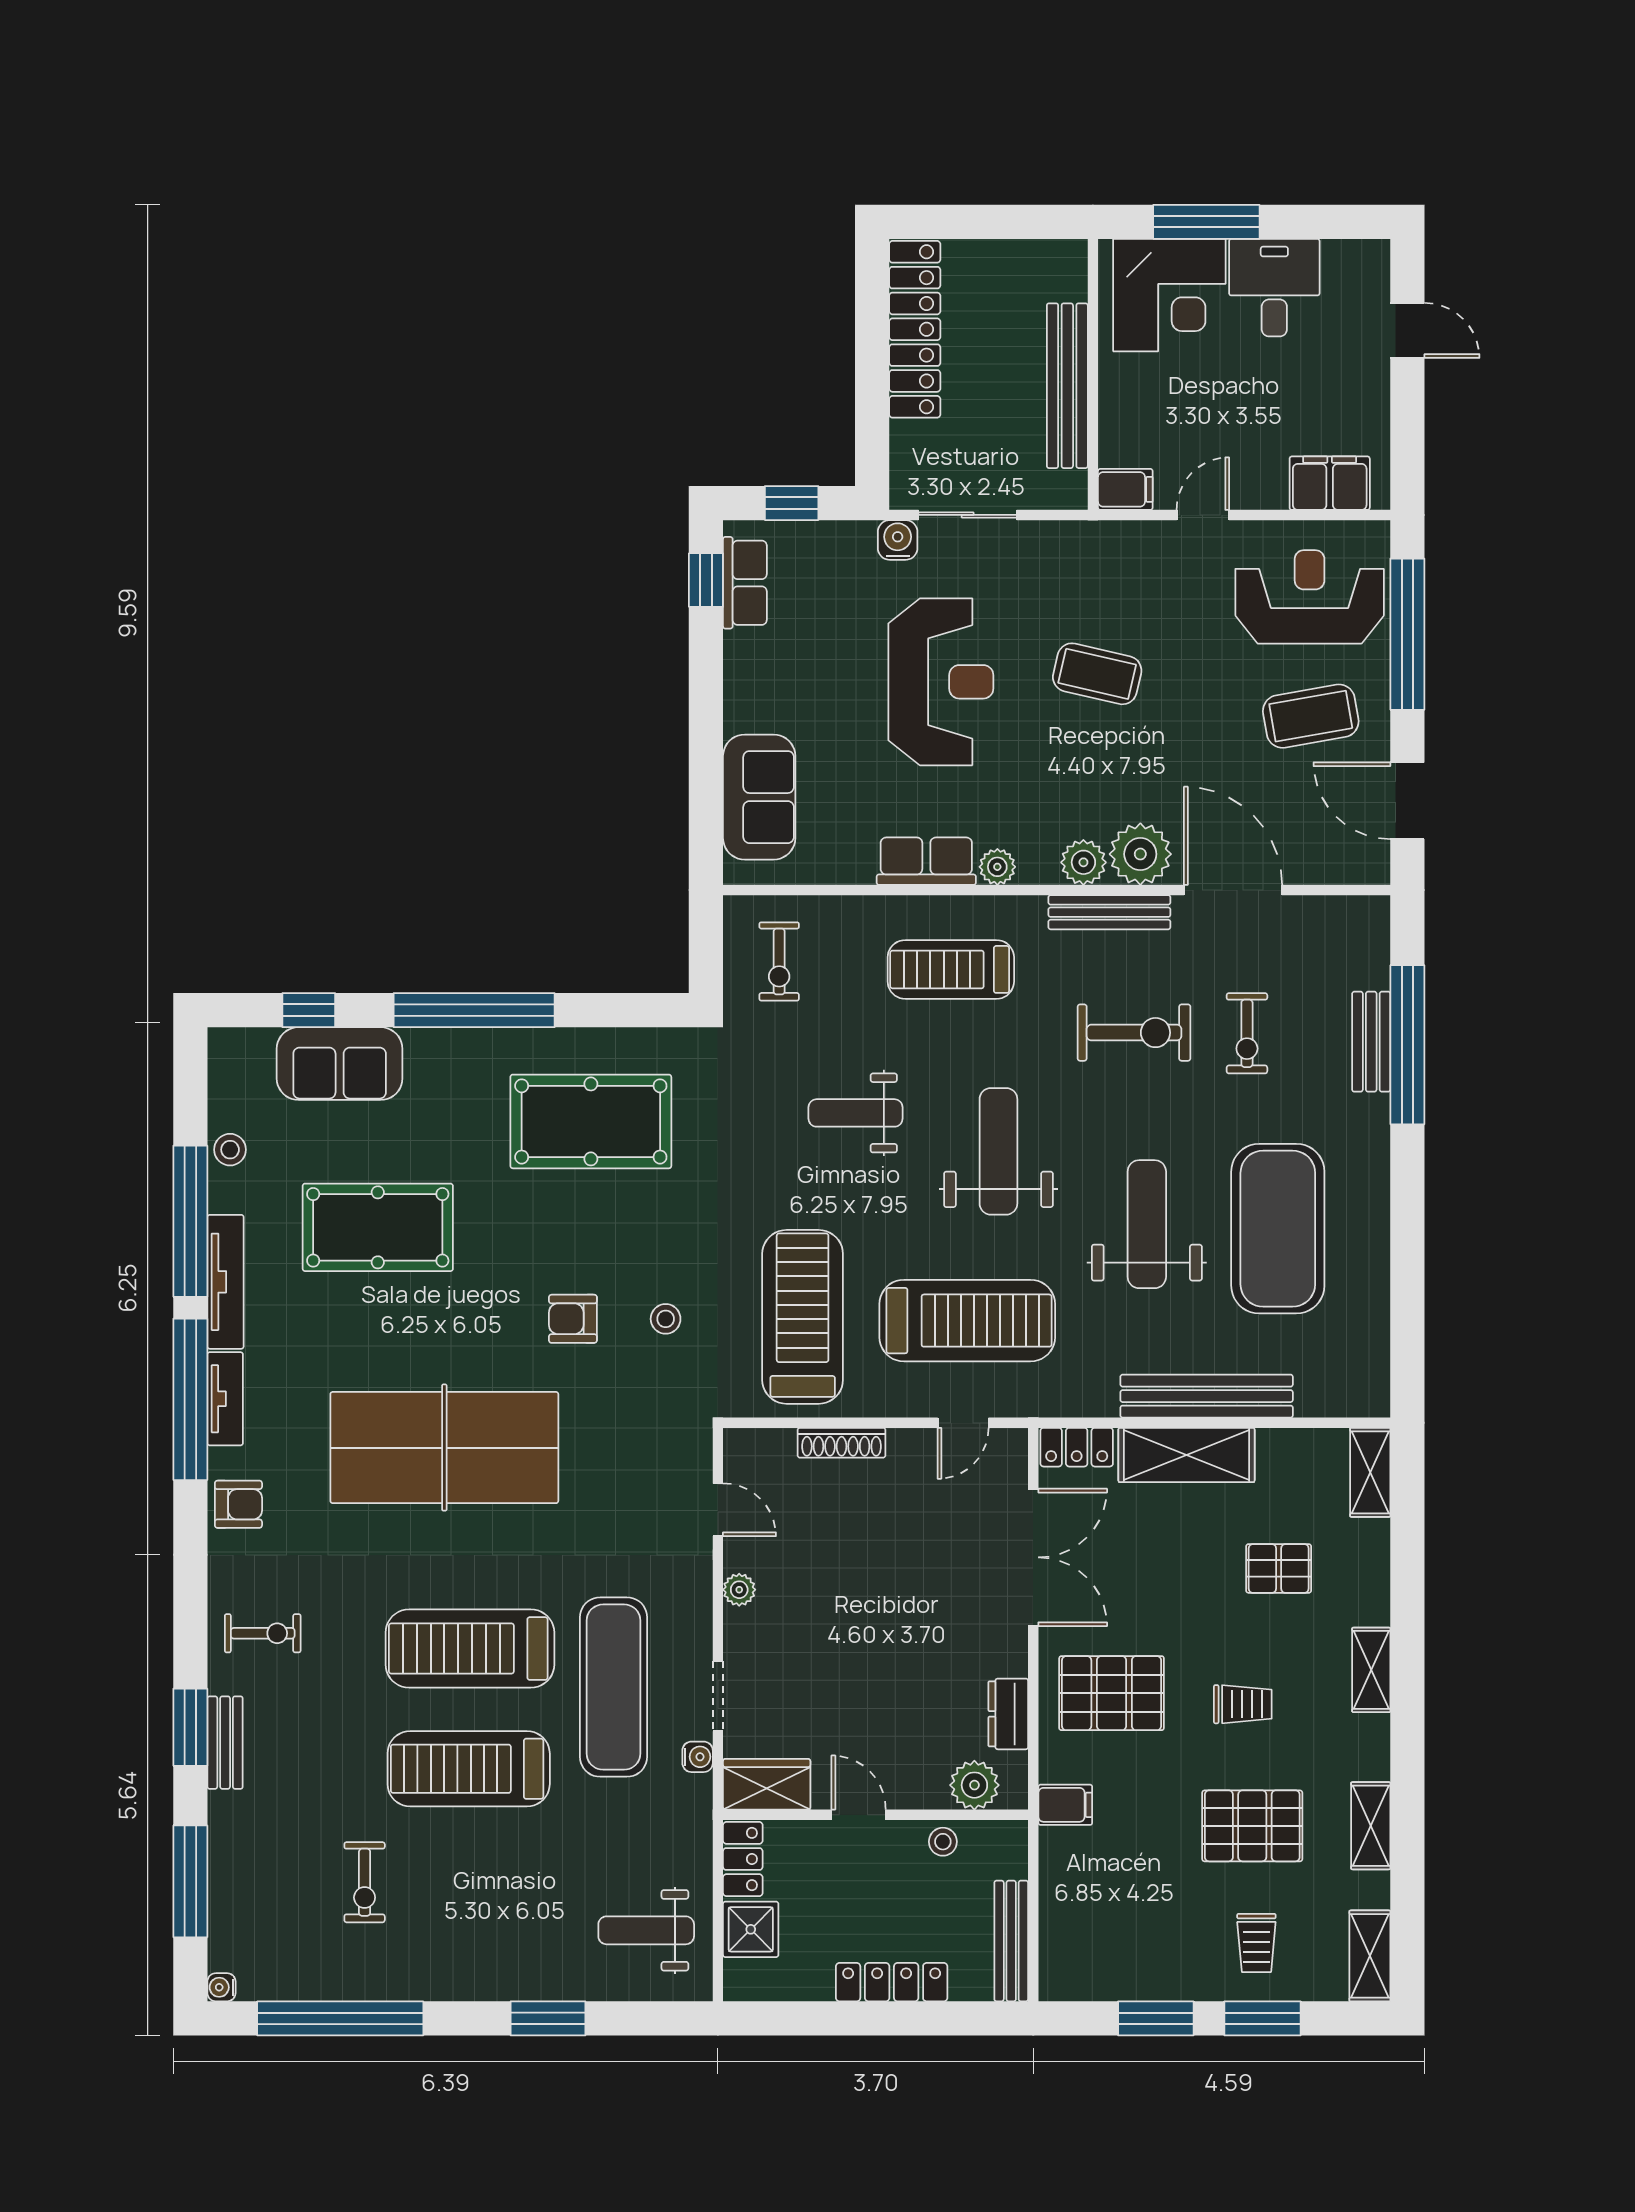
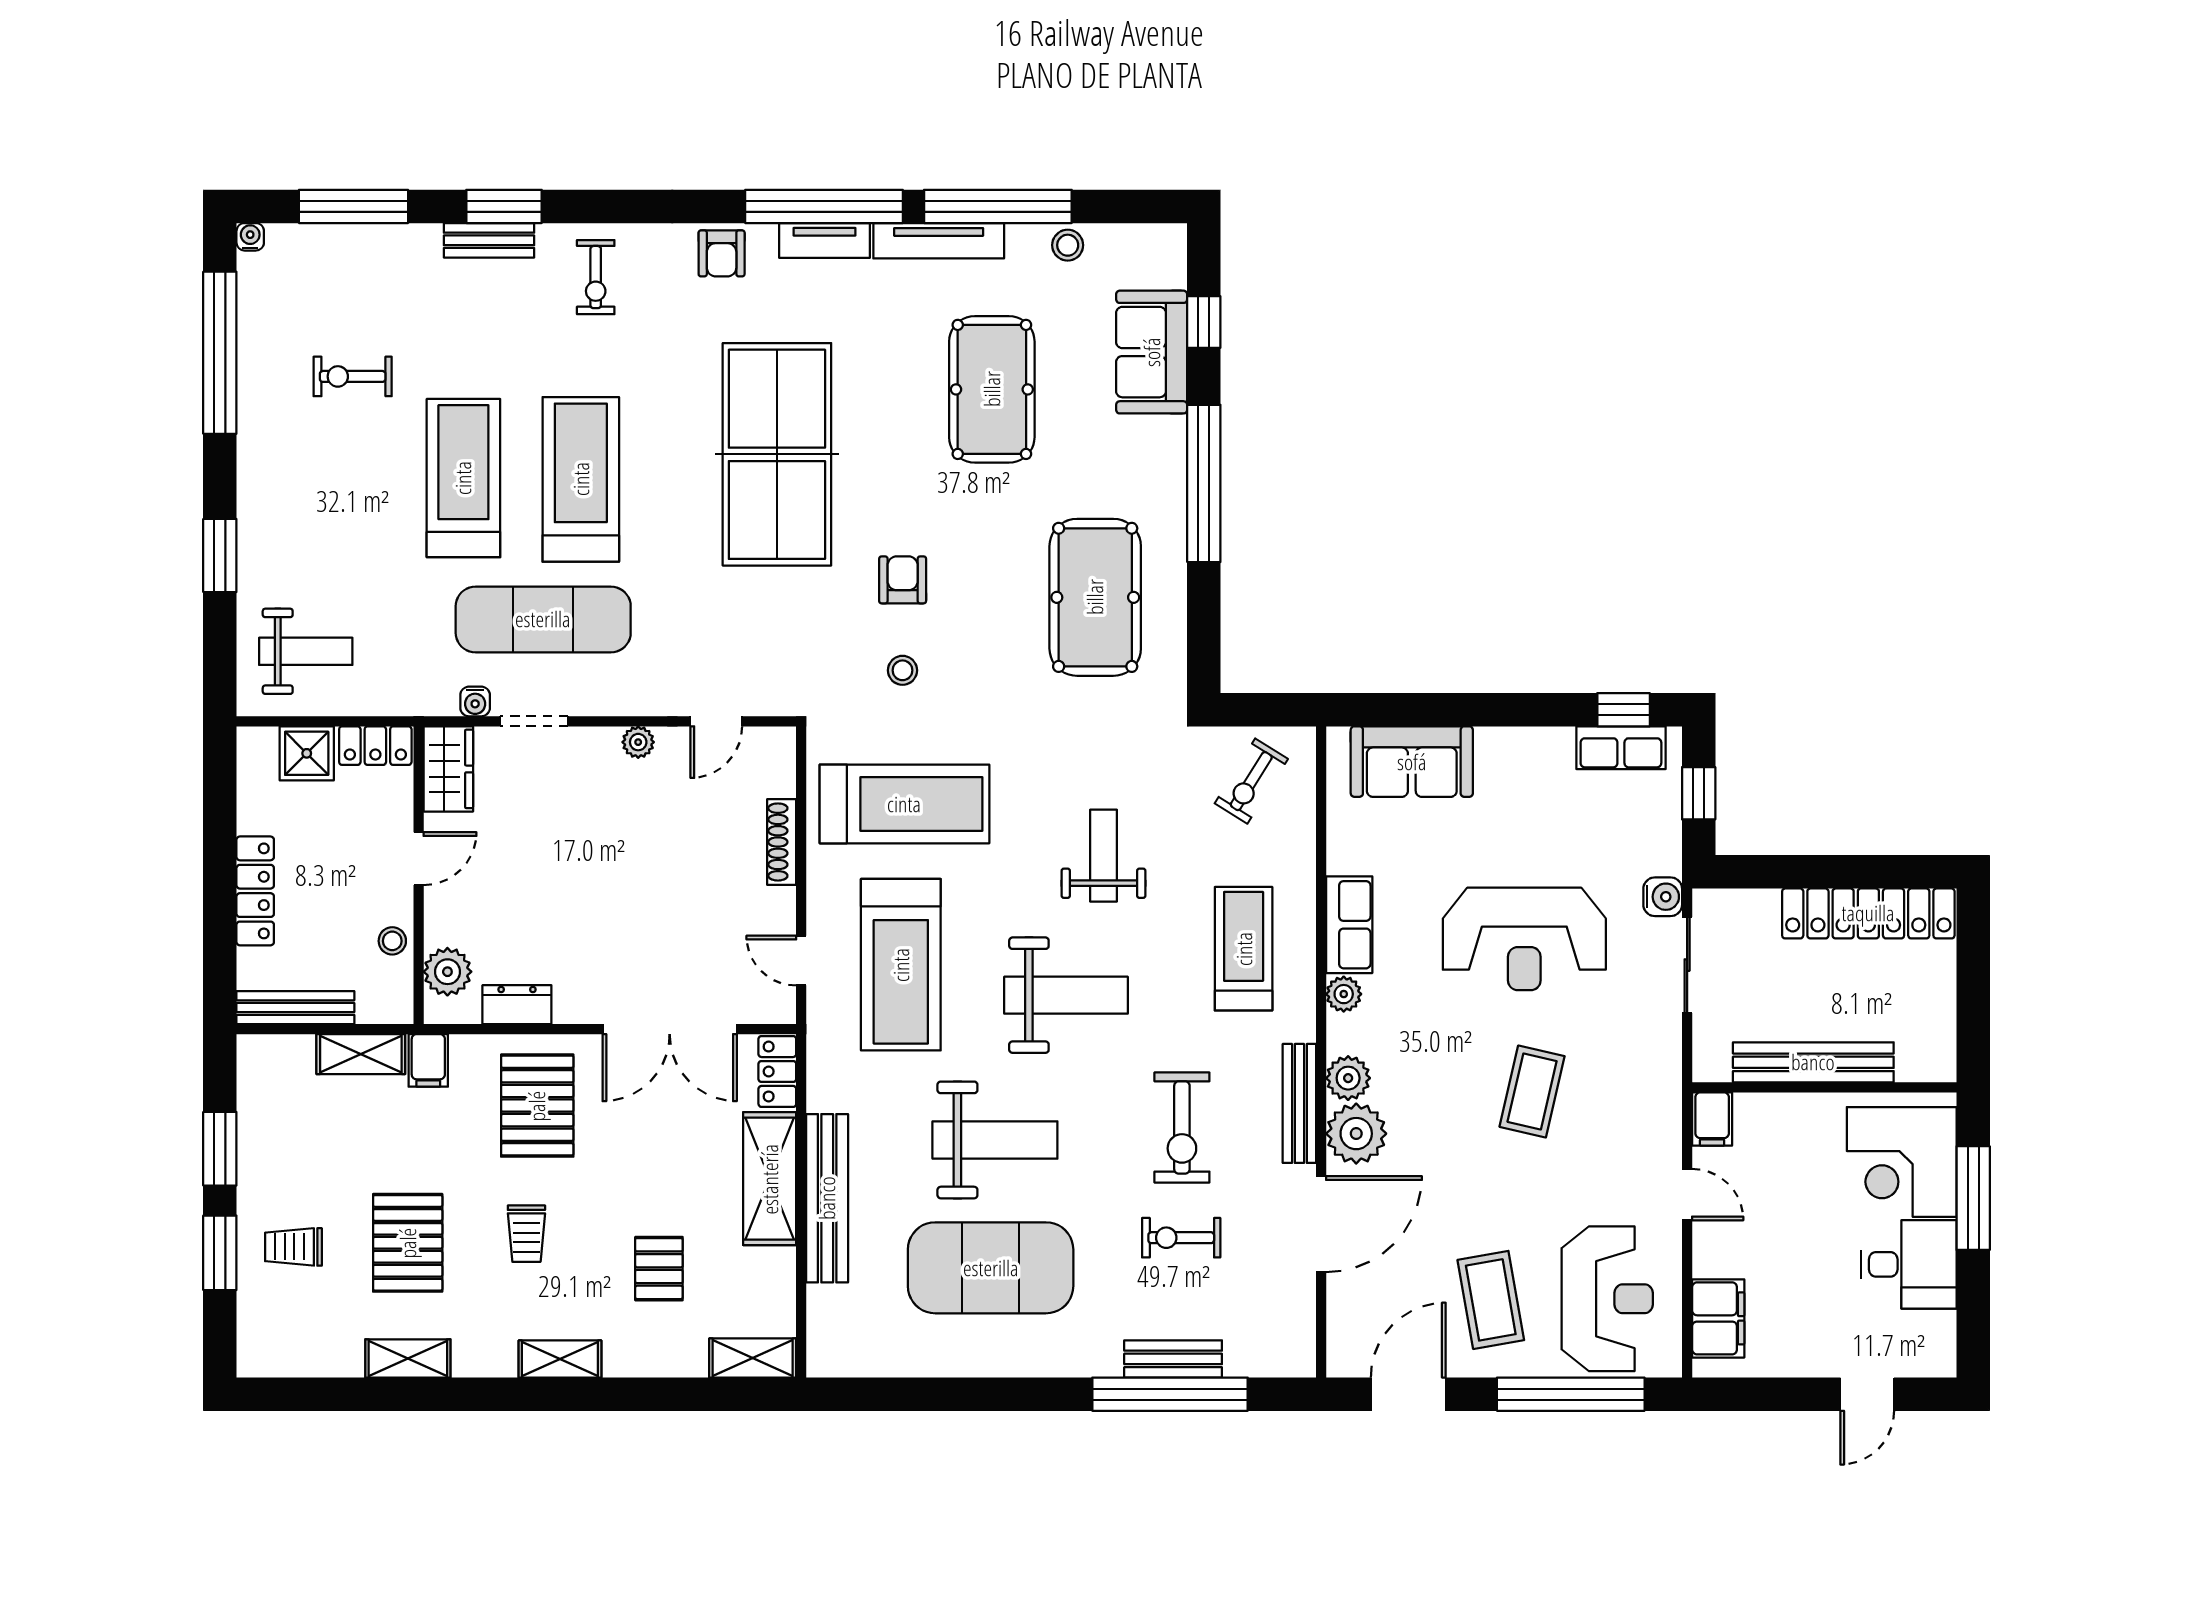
exercise bike: (779, 961) -> (1251, 781), turned -58
weight bench: (646, 1930) -> (306, 651), turned 90
shelving: (1370, 1956) -> (361, 1054), moved

